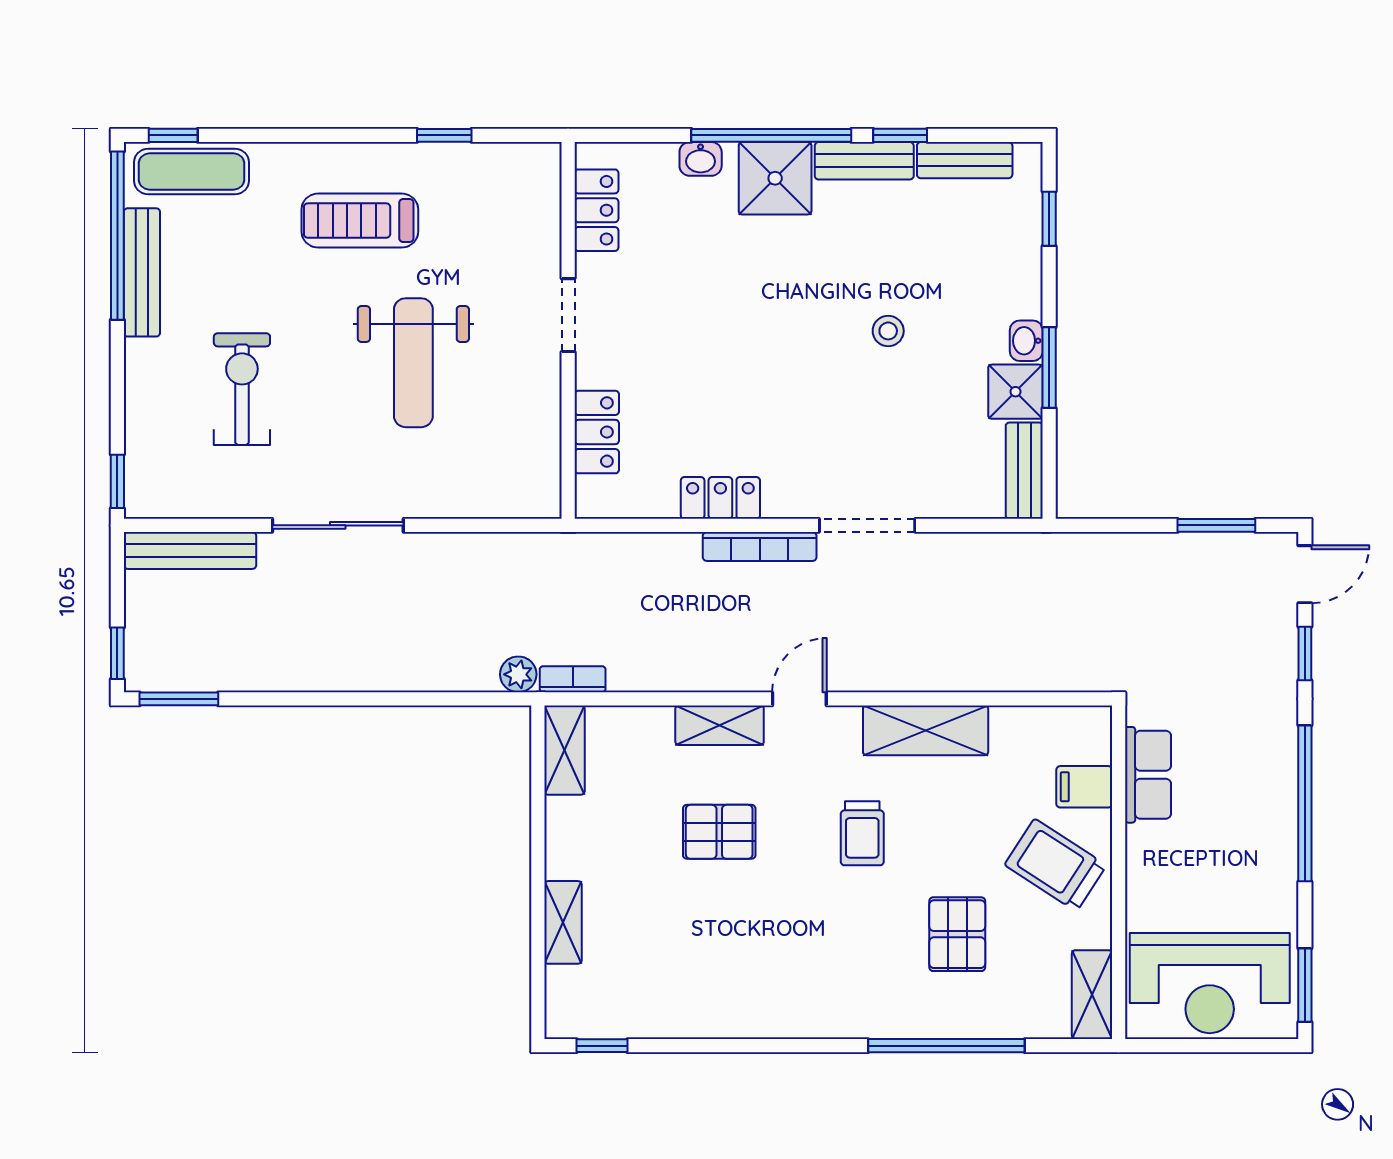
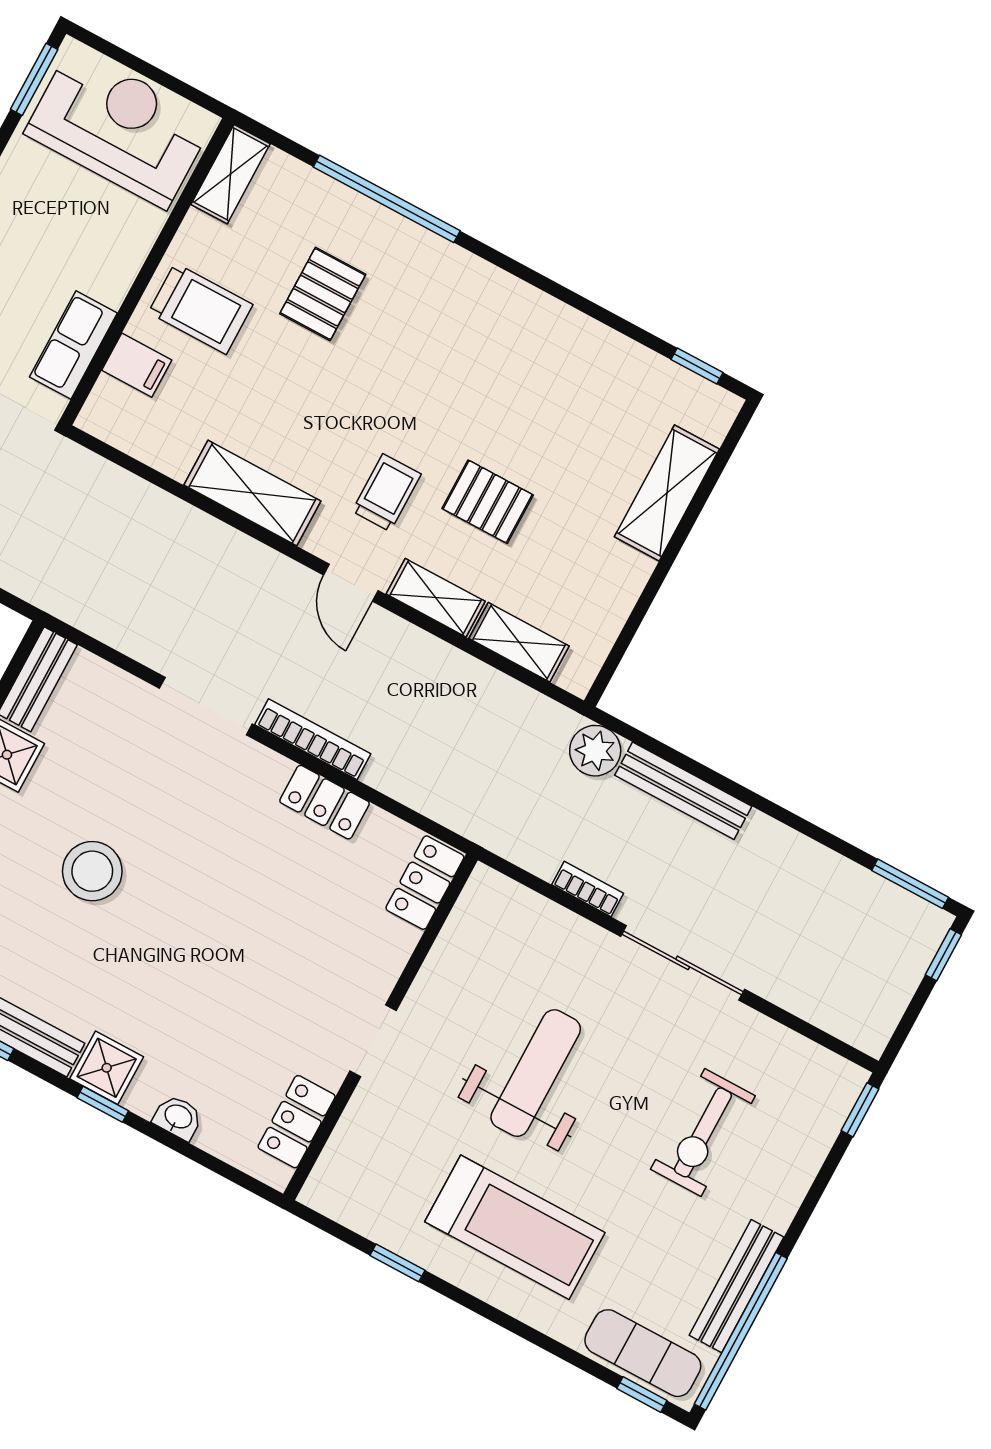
window: (771, 135) -> (103, 1104), width x0.32
shower: (775, 178) -> (107, 1068), width x0.73, depth x0.73
treadmill: (360, 221) -> (515, 1227), width x1.37, depth x1.38
stool: (888, 331) -> (92, 871), width x1.89, depth x1.89
locker: (597, 432) -> (425, 883), moved
bench: (190, 551) -> (683, 791), moved
plant: (518, 674) -> (595, 751), width x1.38, depth x1.38
bookcase: (573, 679) -> (588, 889), moved, turned 180
door: (799, 699) -> (351, 583), hinge flipped
shelving: (564, 750) -> (519, 642), moved, turned 90
trolley: (862, 833) -> (386, 493), moved
trolley: (1056, 865) -> (201, 309), turned -33
shelving: (563, 922) -> (667, 493), width x1.50, depth x1.33

